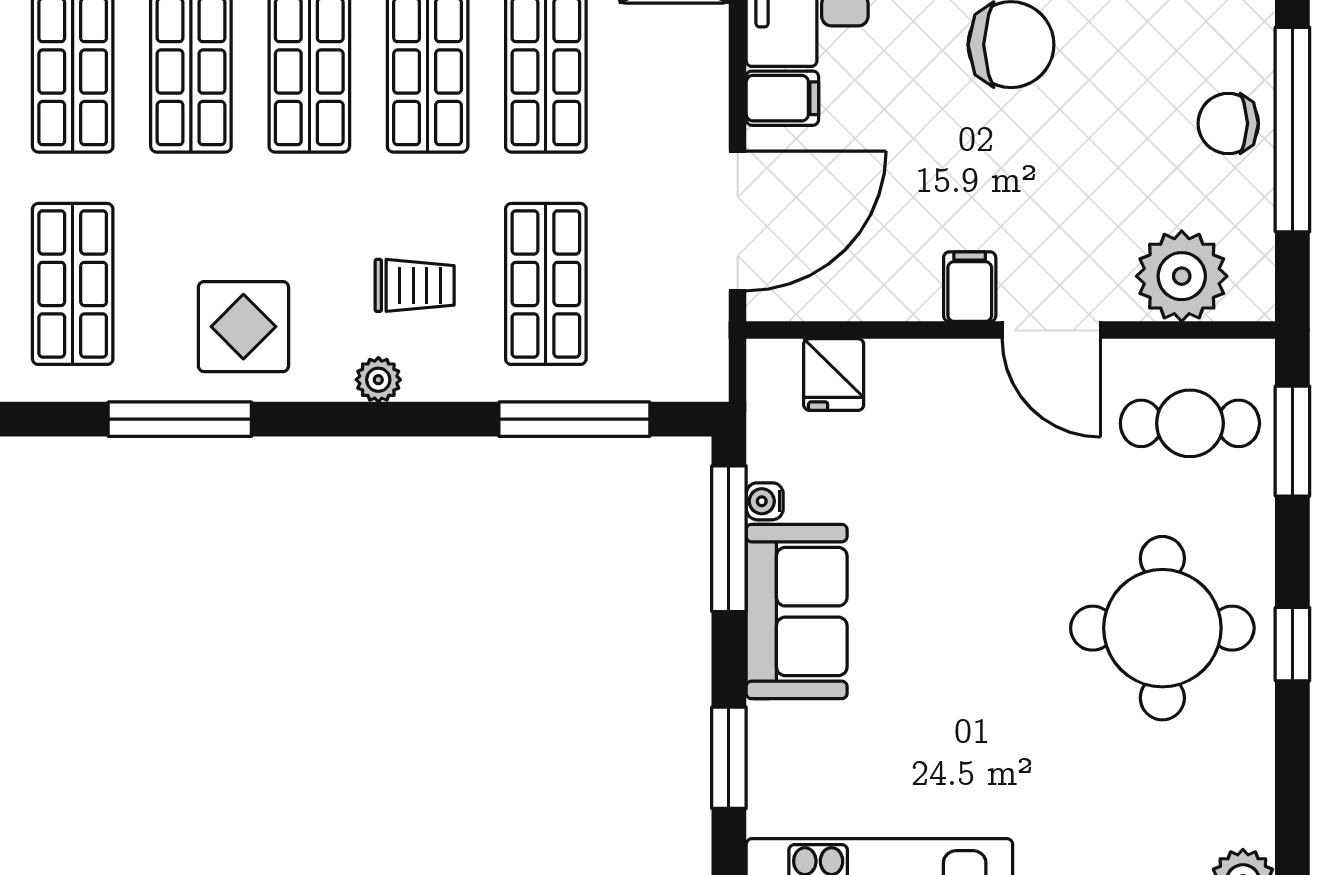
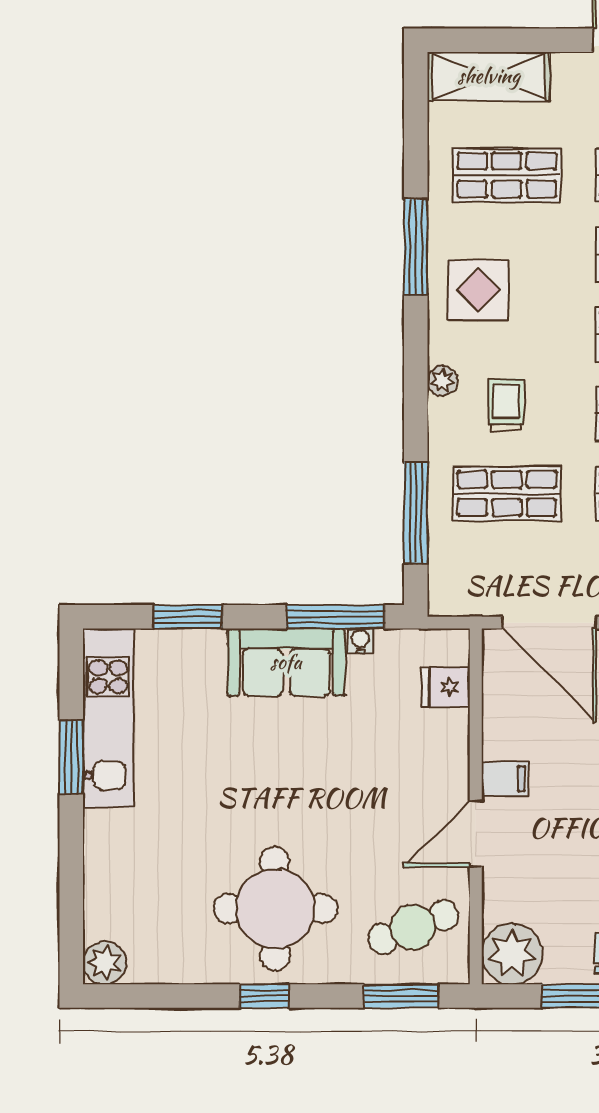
plant: (1182, 276) -> (512, 954), moved
trolley: (415, 285) -> (506, 405), turned 180
cafe table: (1190, 423) -> (413, 927), turned 69

